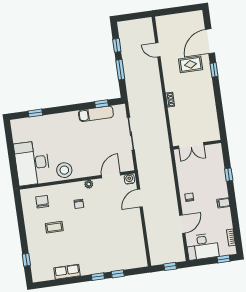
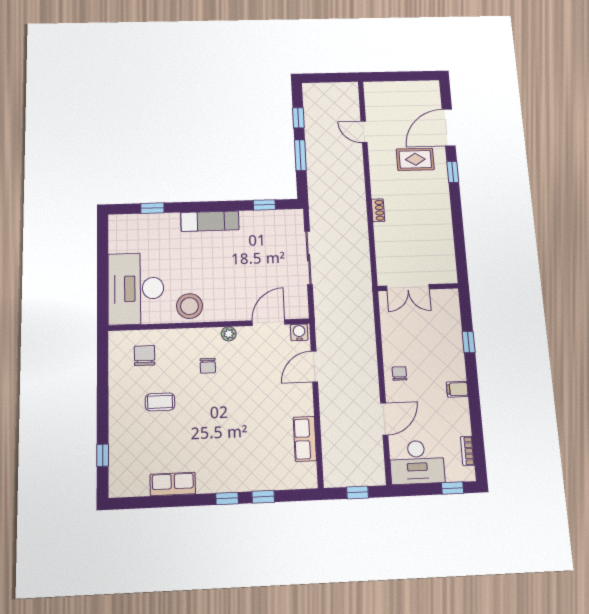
exam couch: (96, 114) -> (210, 221), moved
row of seats: (138, 240) -> (305, 439), added

